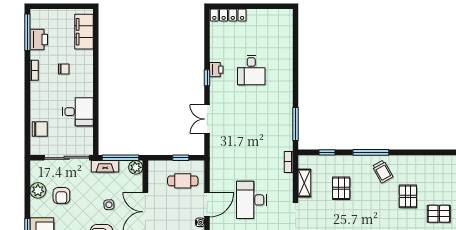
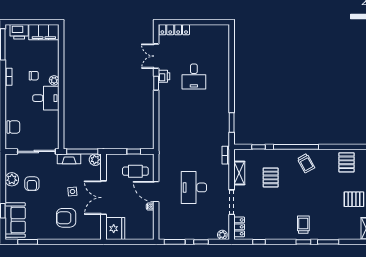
filing cabinet: (84, 32) -> (44, 32), moved, turned -90
printer: (39, 39) -> (19, 32), moved, turned 90
plant: (87, 74) -> (54, 80), added
desk: (78, 112) -> (46, 98), moved
double door: (207, 119) -> (156, 56), moved
window: (296, 124) -> (232, 123), width x0.69
window: (371, 152) -> (296, 147), width x1.46
pallet: (408, 196) -> (346, 162), moved
door: (207, 205) -> (156, 192), swing flipped

